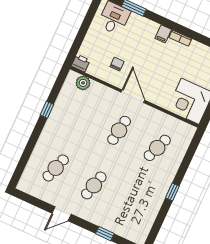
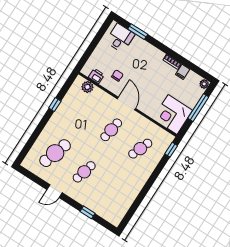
filing cabinet: (163, 34) -> (183, 72), moved
printer: (81, 63) -> (96, 76), moved
cafe table: (56, 168) -> (55, 153), width x1.37, depth x1.35
window: (172, 192) -> (171, 150), moved

